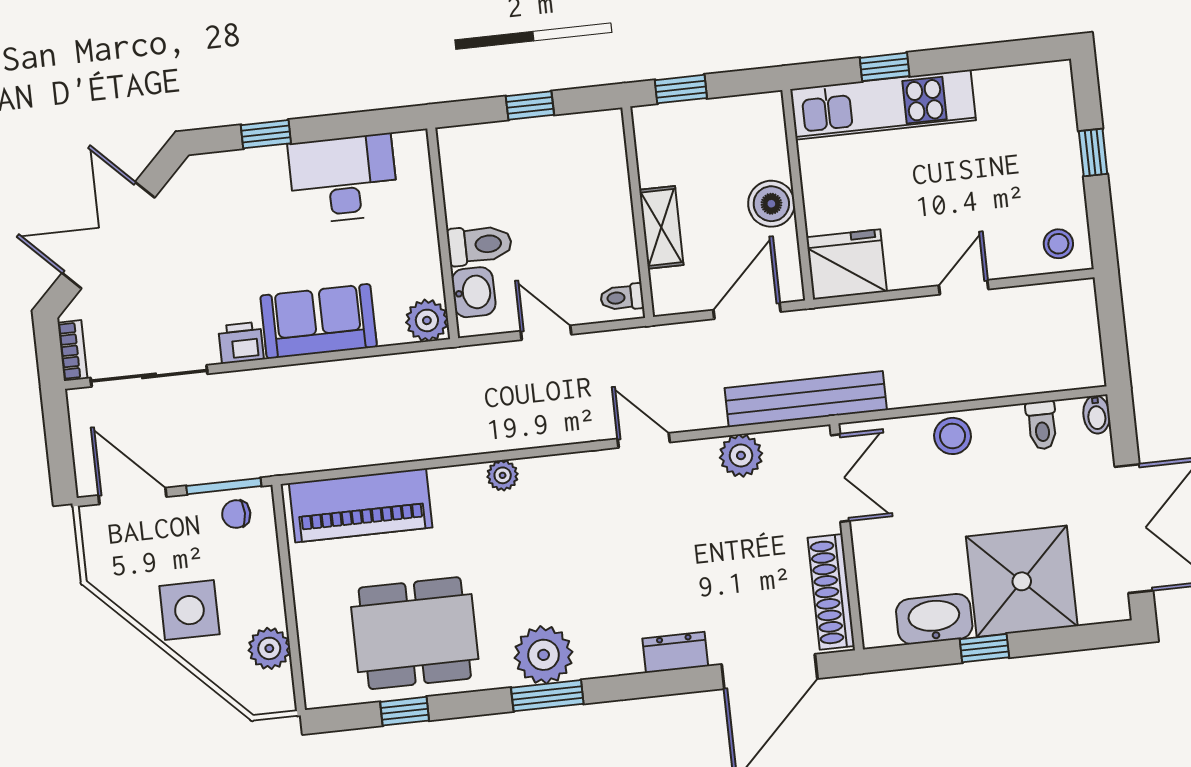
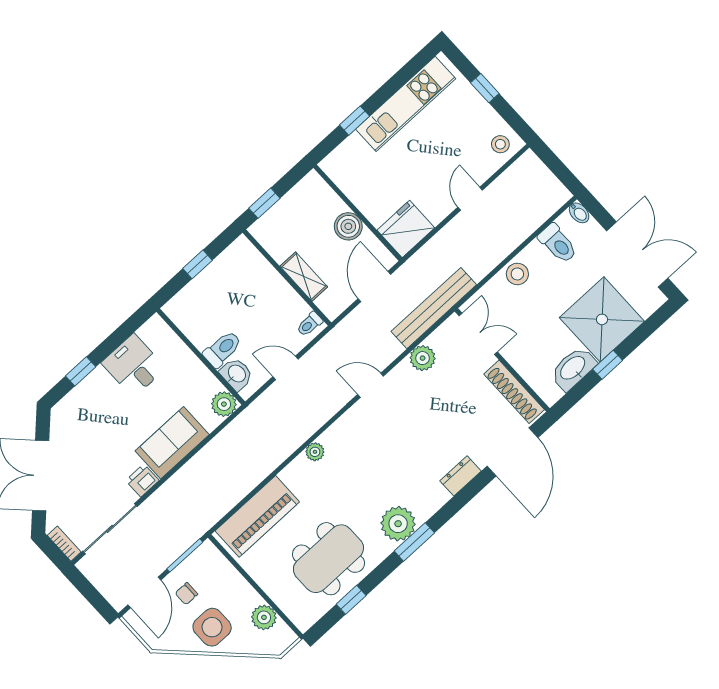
kitchen unit: (883, 105) -> (406, 104), moved
desk: (343, 179) -> (134, 366), width x0.73
toilet: (1042, 425) -> (558, 243), width x1.37, depth x1.39
door: (133, 496) -> (144, 592), swing flipped
chair: (236, 514) -> (186, 594), moved

